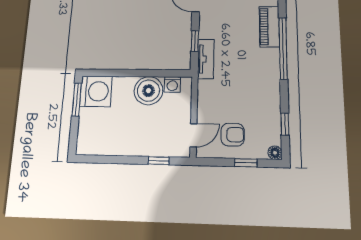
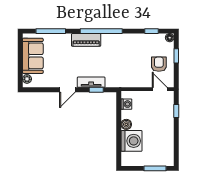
tv unit: (206, 59) -> (91, 82), moved
washing machine: (96, 91) -> (132, 141), moved, turned 90
boiler: (148, 91) -> (126, 124), width x0.54, depth x0.54
window: (77, 99) -> (155, 168), moved

